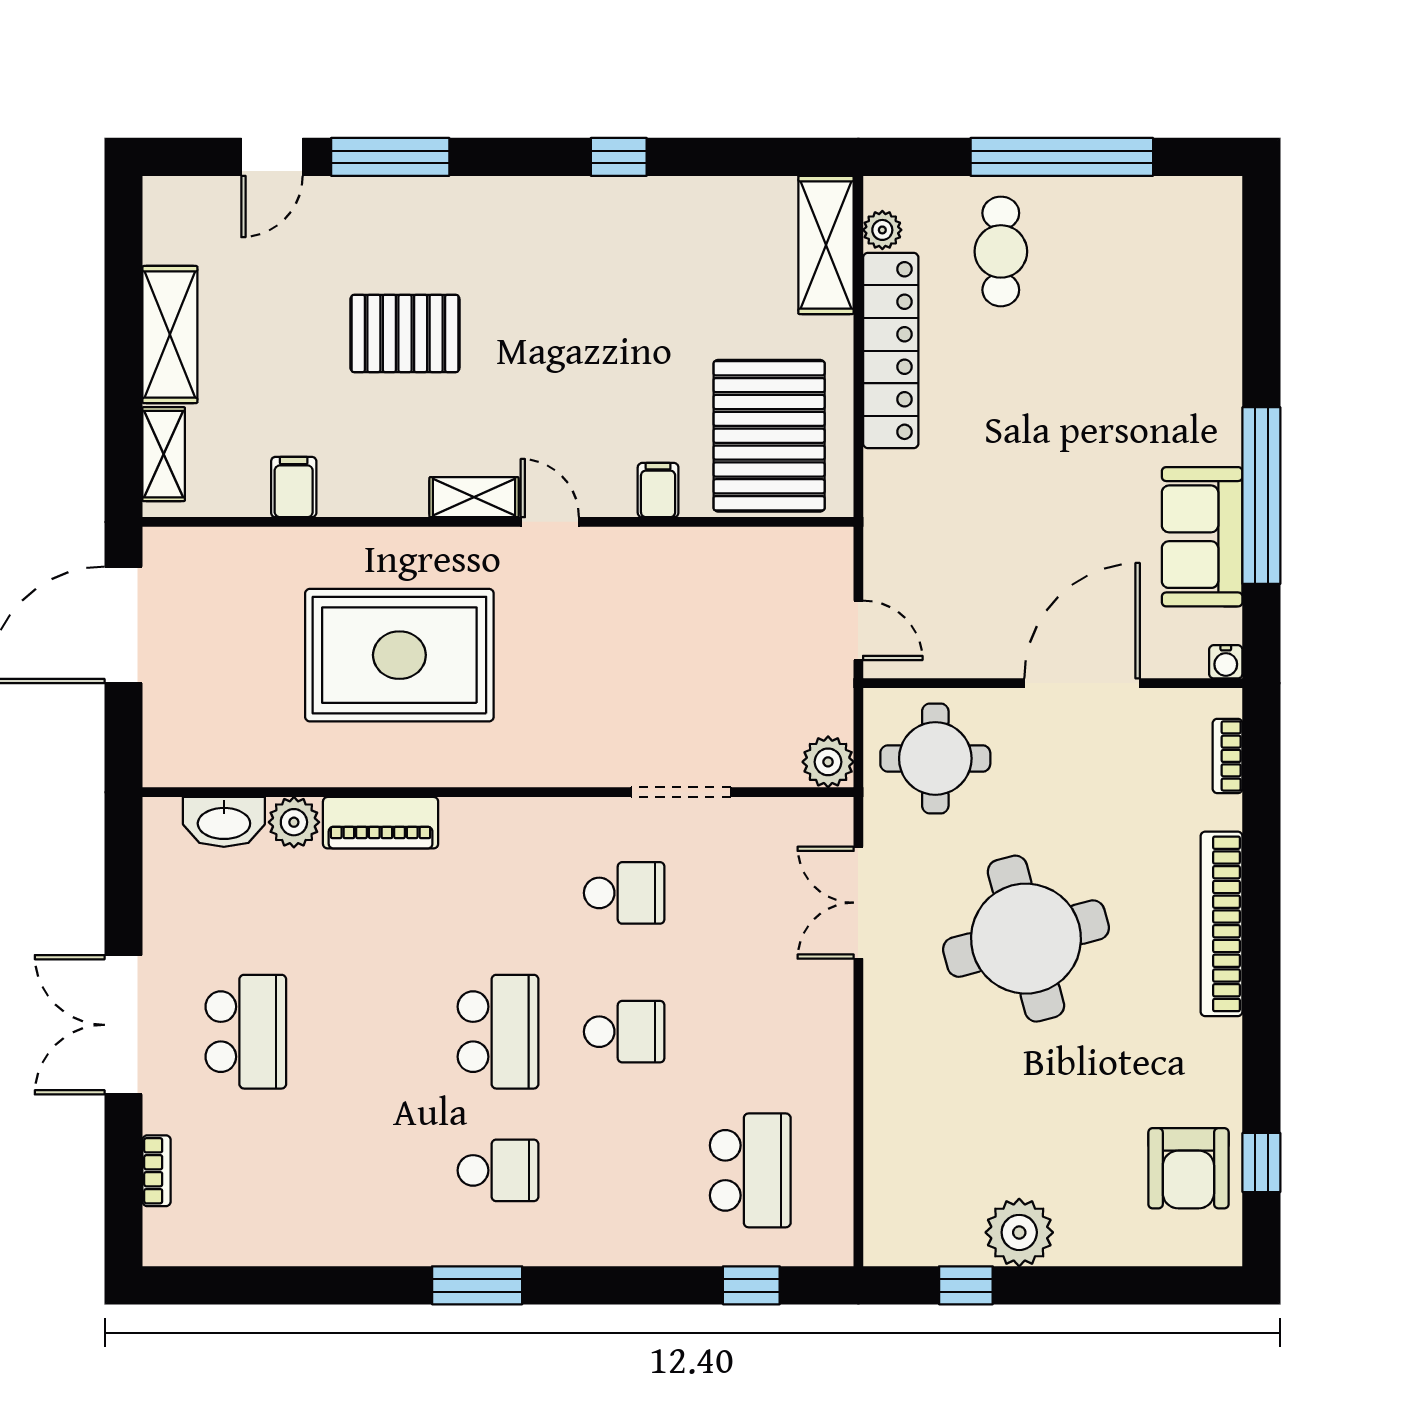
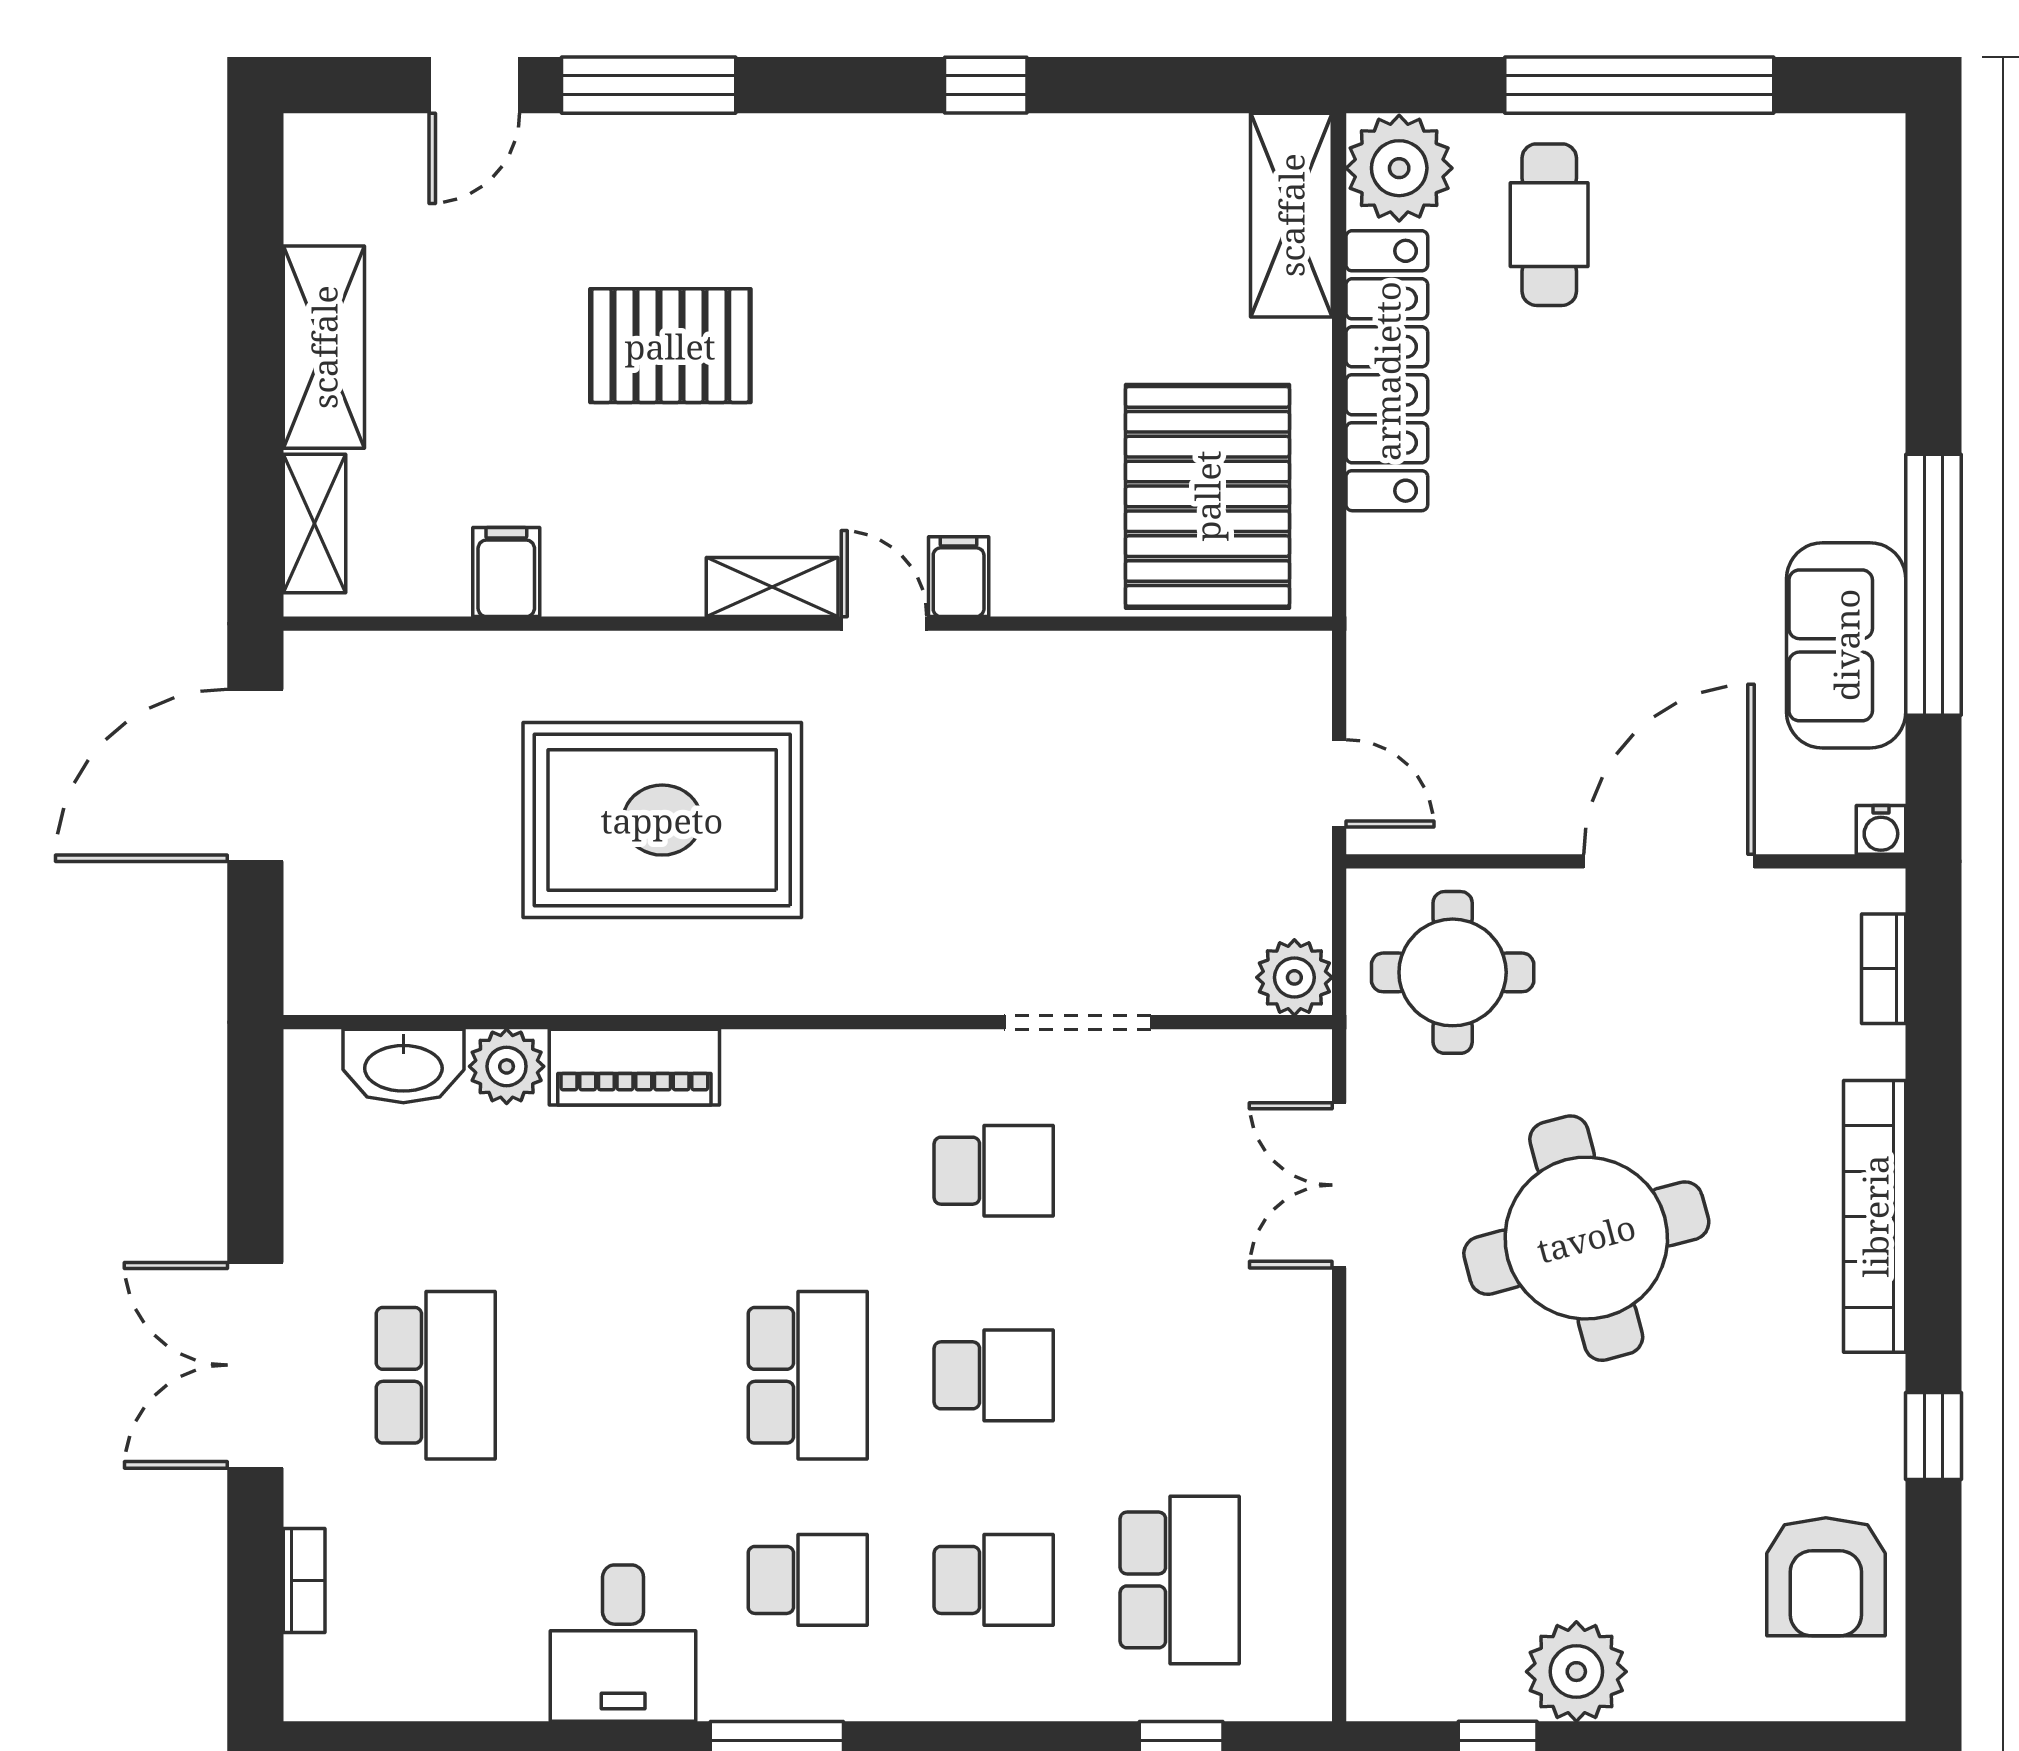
plant: (882, 230) -> (1399, 168), width x1.87, depth x1.87
filing cabinet: (658, 490) -> (959, 577), moved
window: (1261, 1162) -> (1933, 1436), moved
school desk: (624, 1170) -> (994, 1580), added
desk: (373, 1213) -> (623, 1643), added

